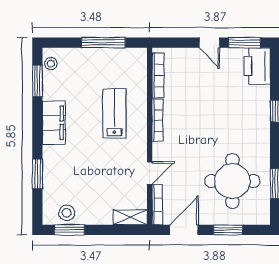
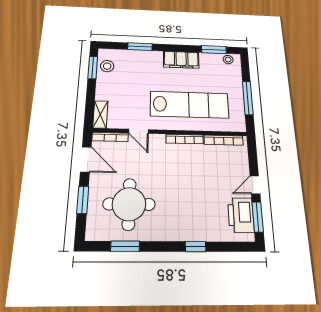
printer: (257, 66) -> (241, 215), moved, turned -90
lab bench: (114, 114) -> (190, 105), width x1.86, depth x1.39

